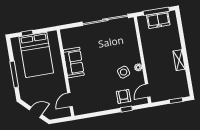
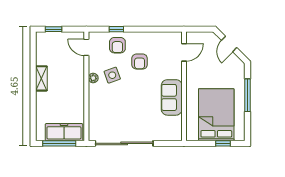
freezer: (158, 20) -> (64, 132), width x1.40
armchair: (104, 87) -> (140, 62), added
door: (148, 91) -> (86, 47), swing flipped
door: (36, 112) -> (229, 44), hinge flipped

